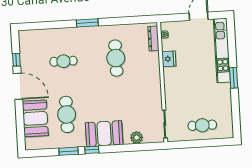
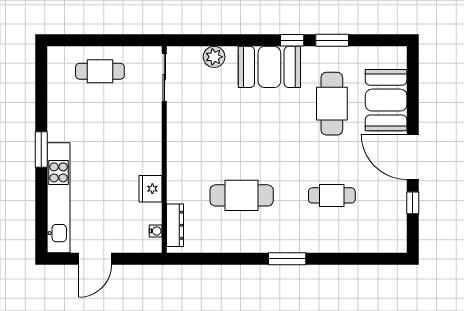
cafe table: (116, 58) -> (242, 195), turned 90

